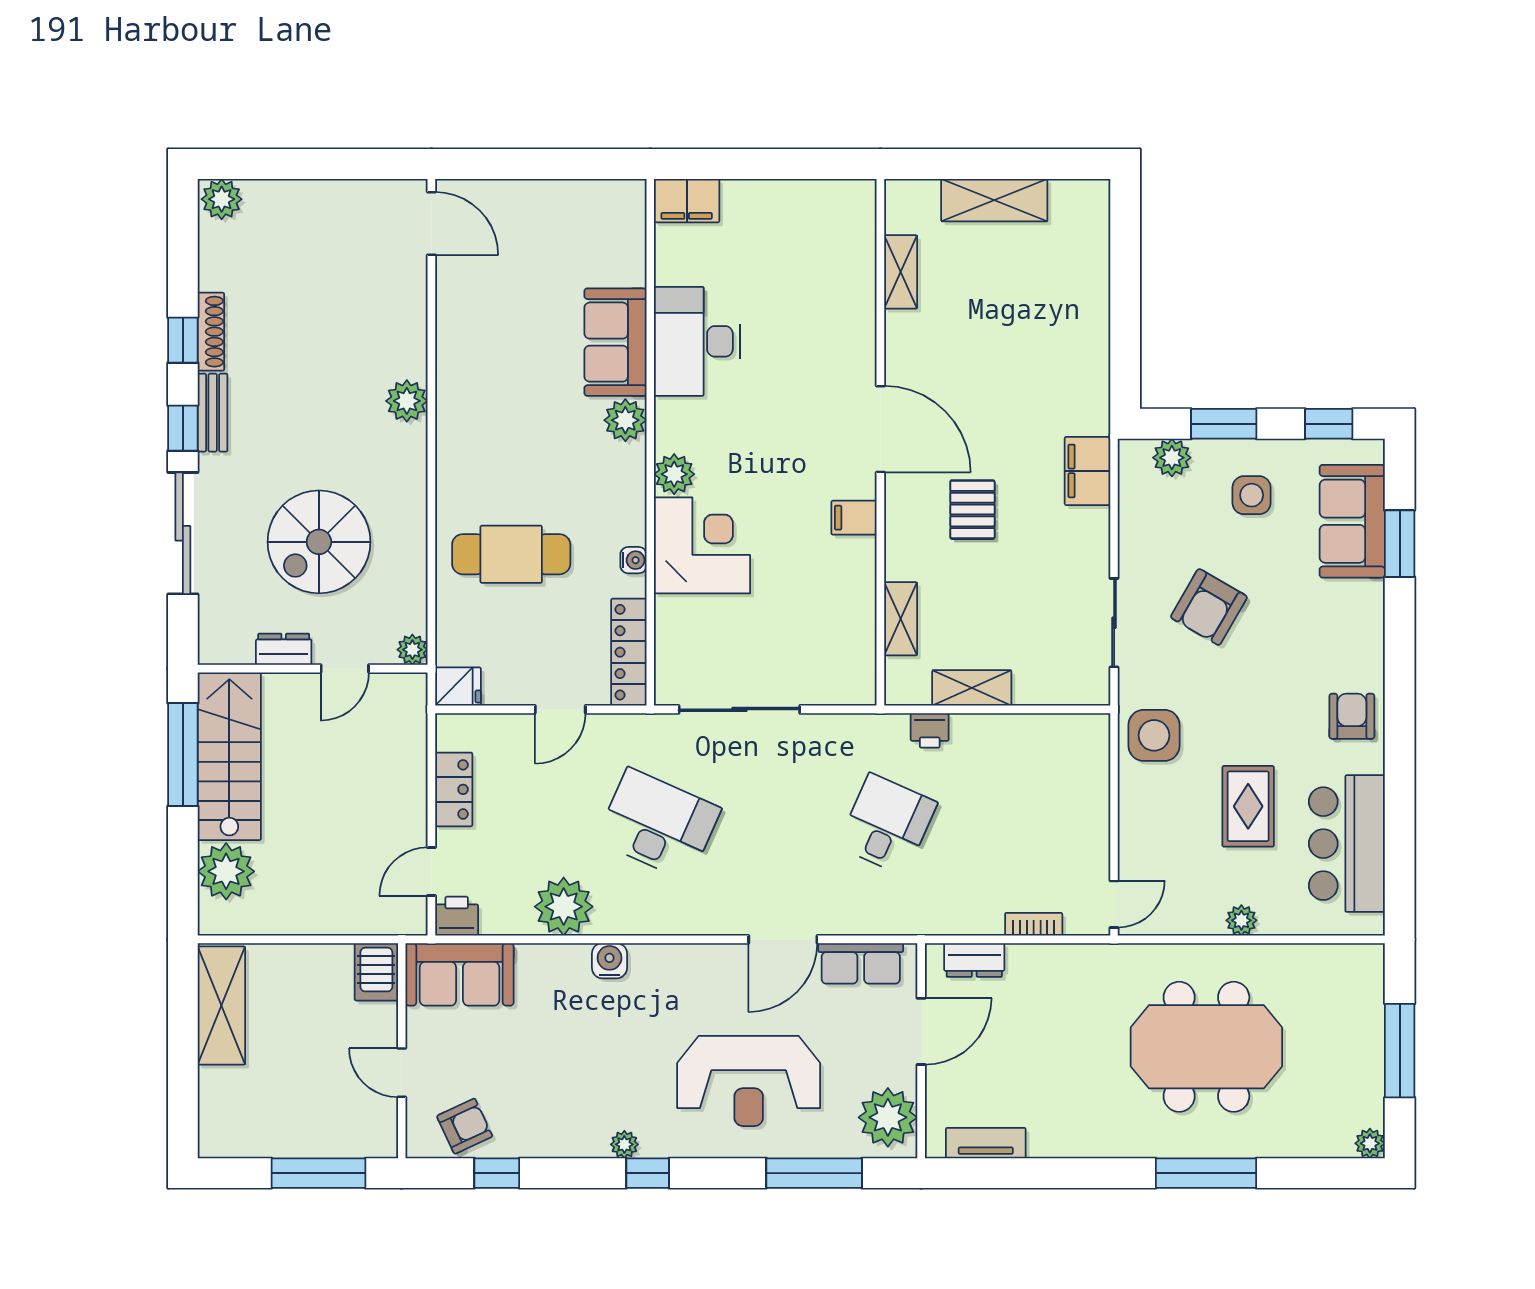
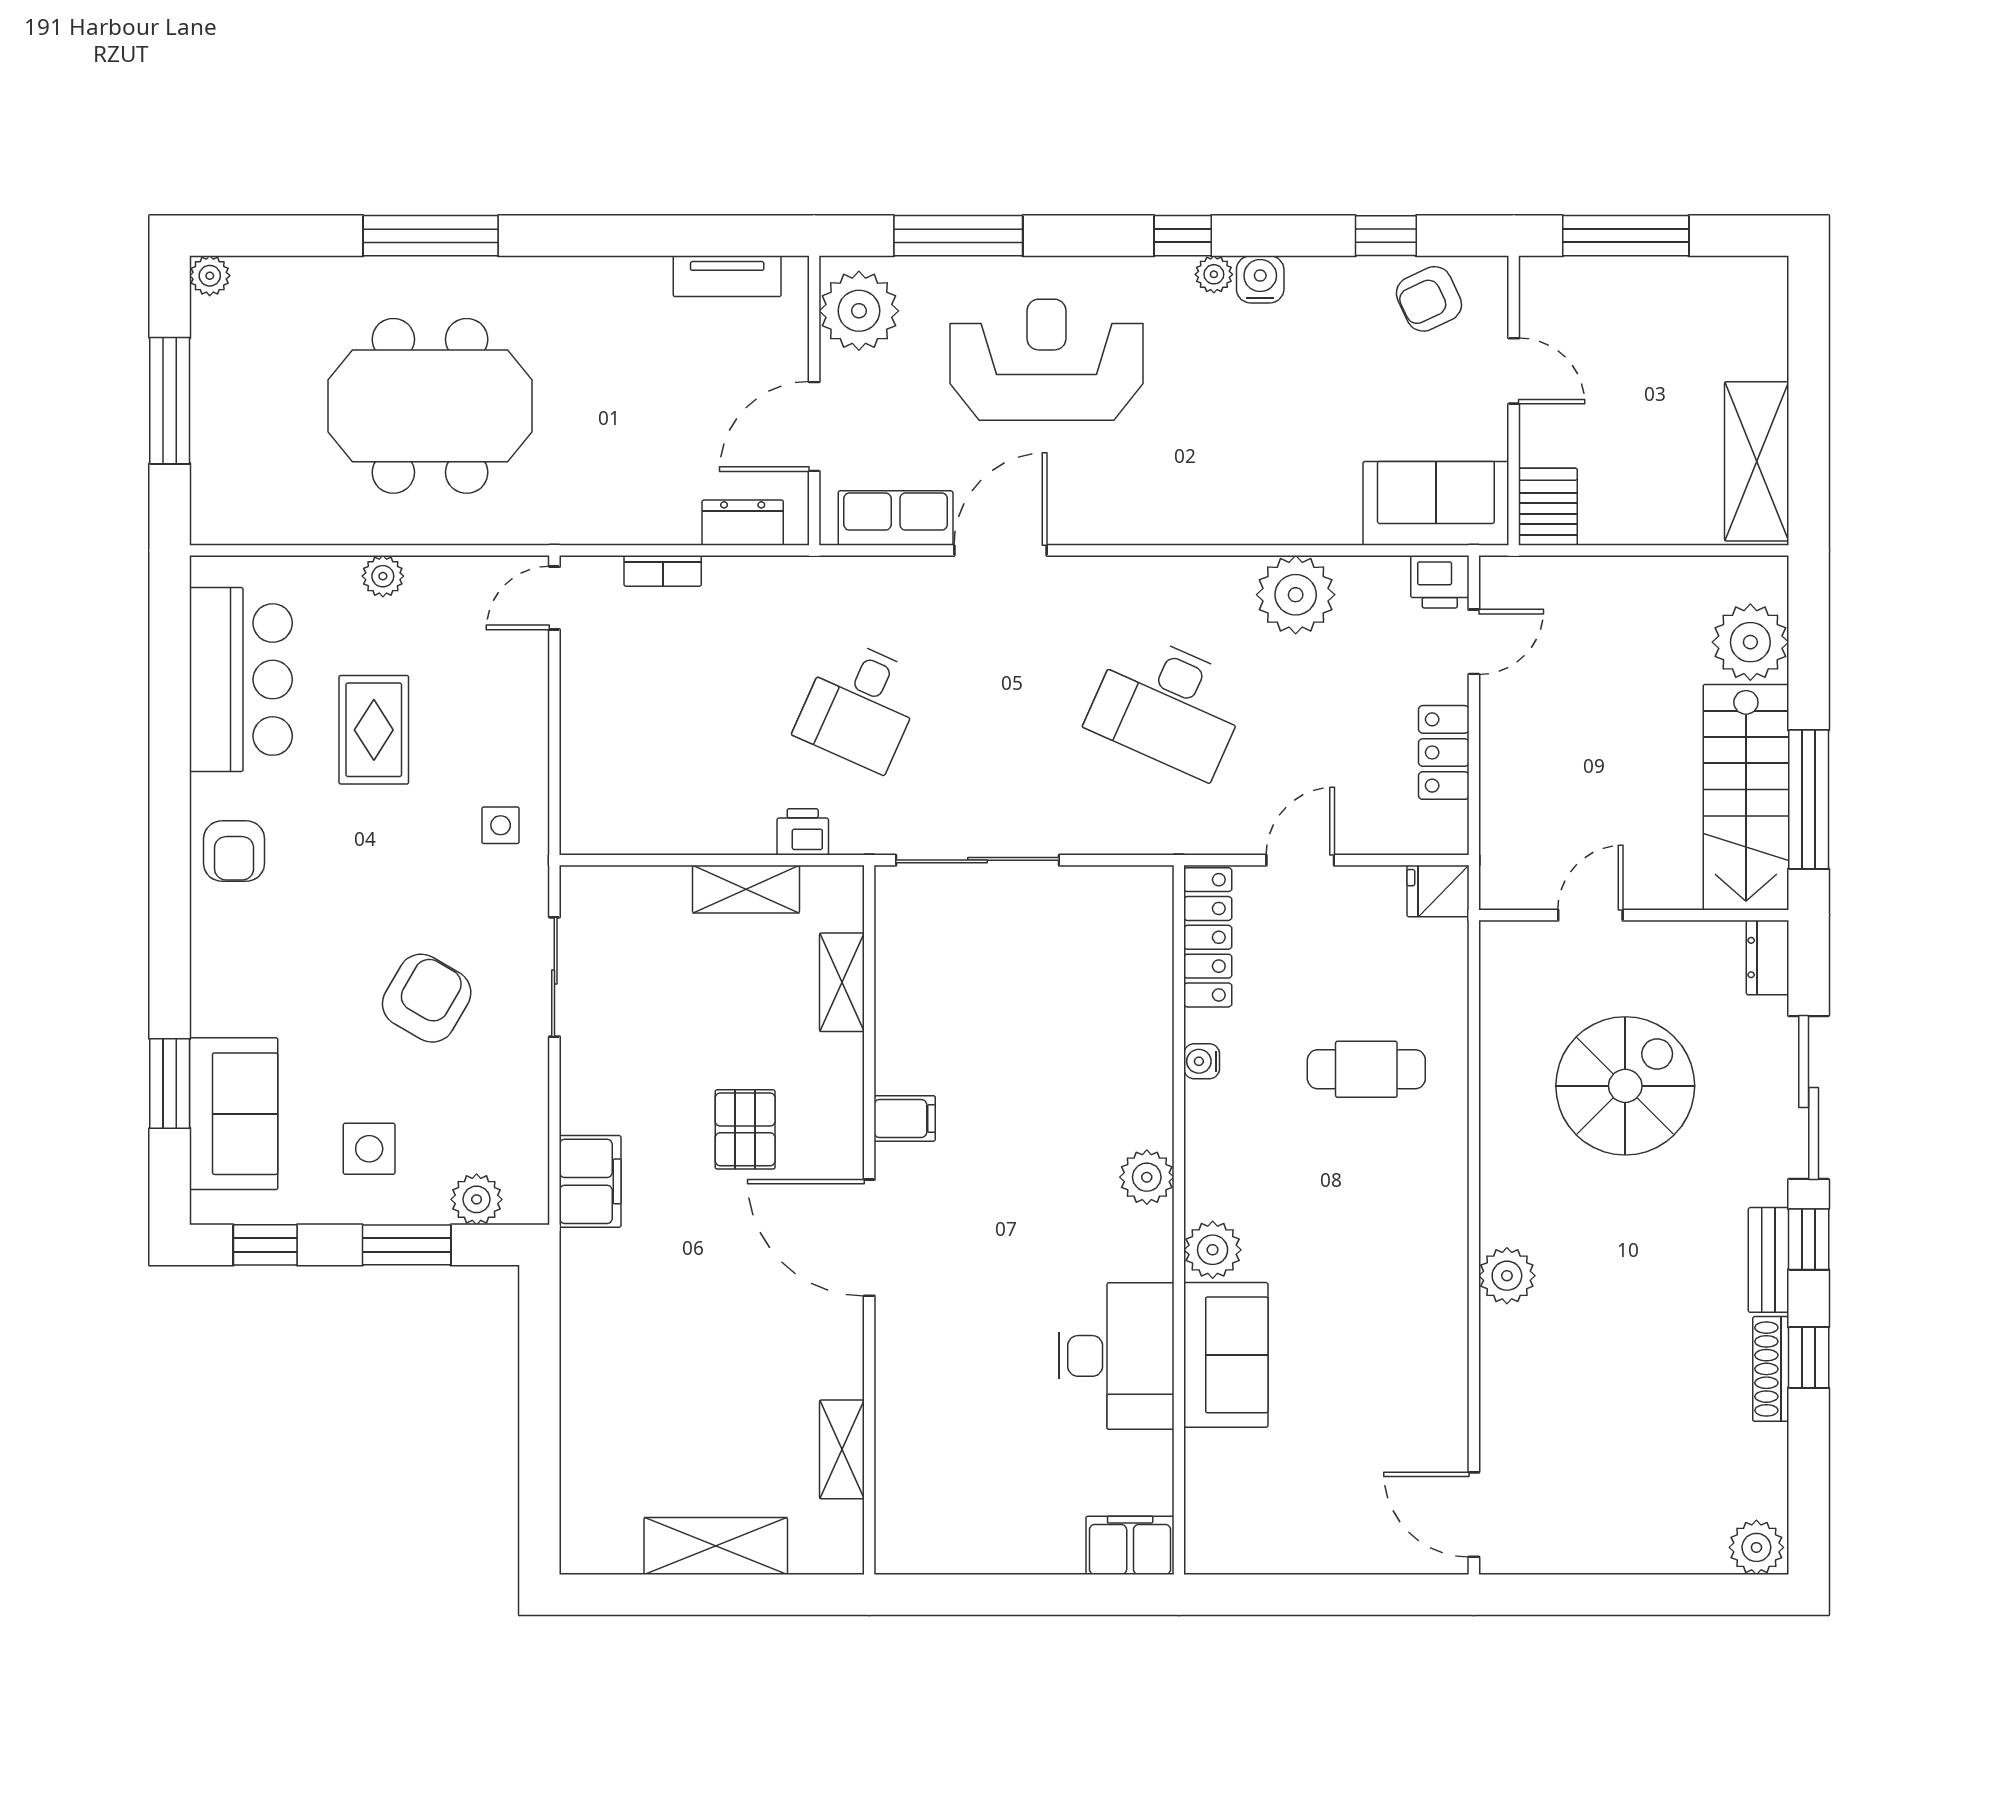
corner desk: (702, 545) -> (1109, 1081), removed
cafe table: (511, 554) -> (1366, 1069), width x0.73, depth x0.74
dresser: (284, 649) -> (1768, 958), moved, turned 90
plant: (412, 650) -> (1499, 941), removed
sliding door: (739, 709) -> (978, 860), moved
side table: (1154, 735) -> (501, 825), width x0.54, depth x0.54
water cooler: (609, 961) -> (1260, 279), moved, turned 180

